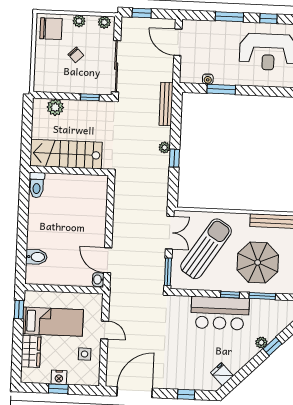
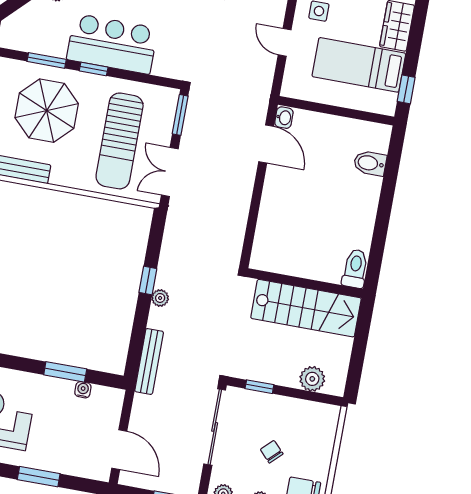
sun lounger: (206, 249) -> (120, 141), turned -33

